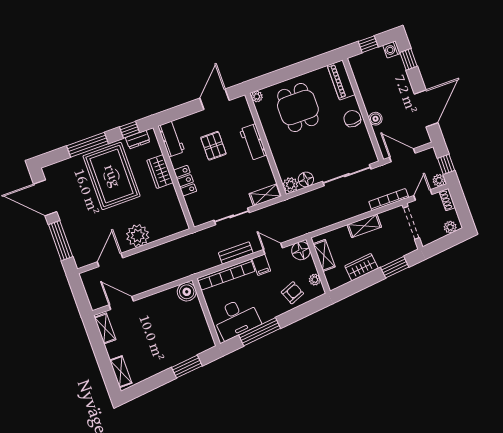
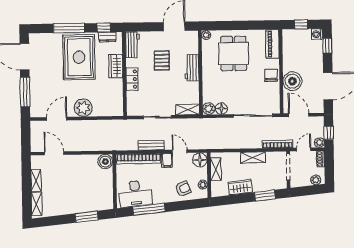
boiler: (375, 119) -> (292, 81), width x1.86, depth x1.86
shelving: (105, 328) -> (36, 180), moved

